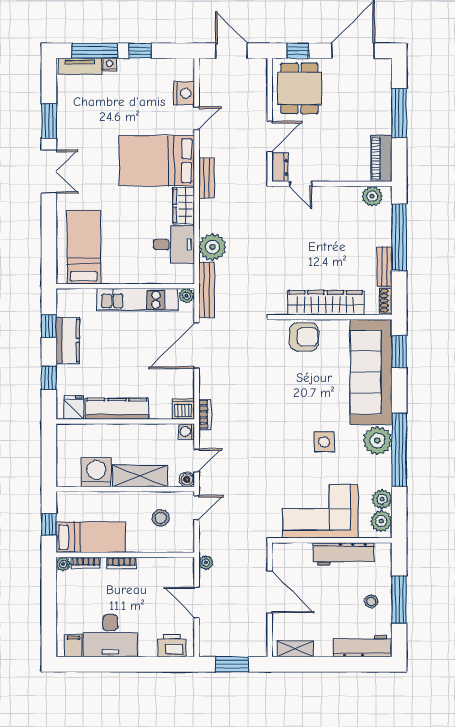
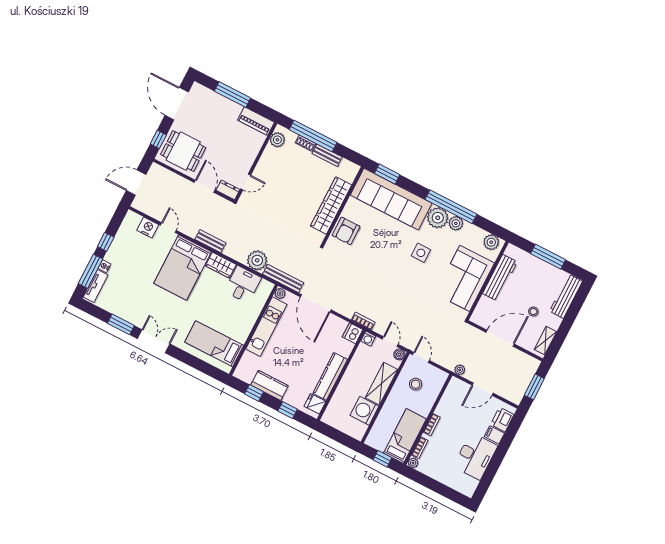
shoe rack: (386, 301) -> (305, 143), moved
armchair: (304, 337) -> (346, 231), turned 180
plant: (382, 499) -> (456, 223), moved
stool: (371, 601) -> (533, 312), moved
filing cabinet: (73, 646) -> (494, 435), moved

